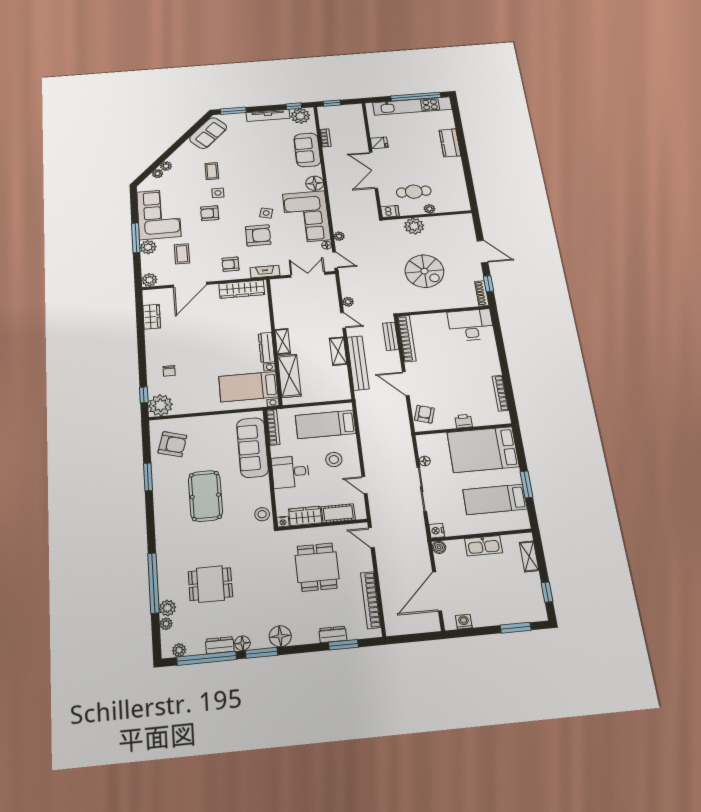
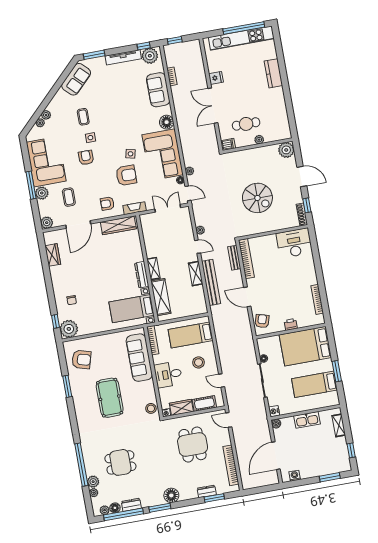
armchair: (210, 213) -> (86, 158), turned 90
plant: (414, 226) -> (286, 150), moved
floor lamp: (242, 643) -> (115, 508), moved

